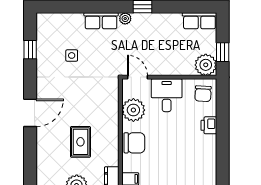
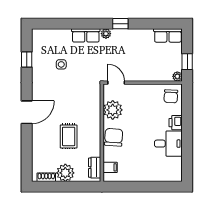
plant: (206, 65) -> (177, 76), width x0.53, depth x0.53
desk: (167, 95) -> (168, 144), moved, turned 90
chair: (134, 143) -> (114, 137), turned -86

